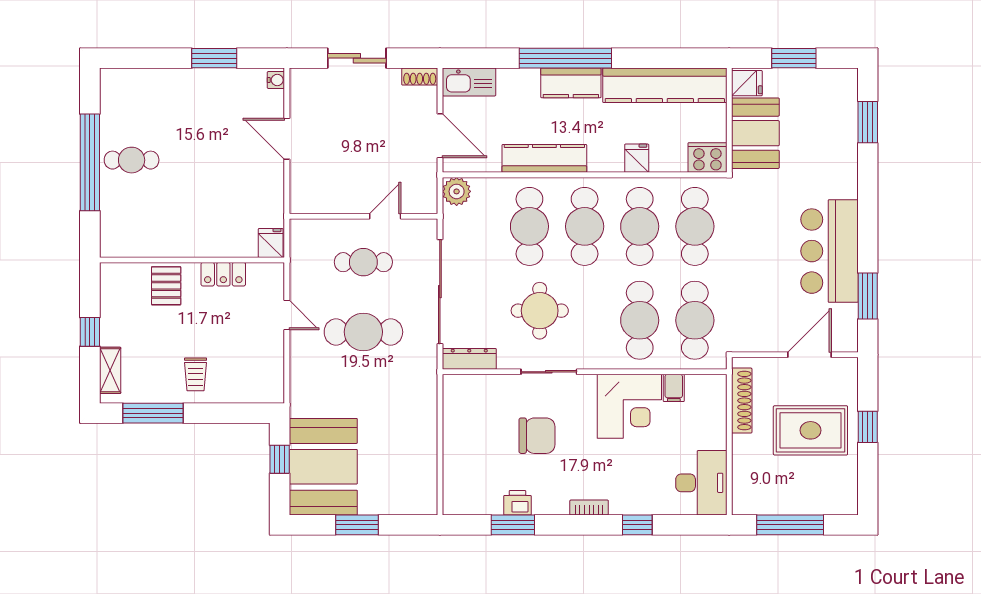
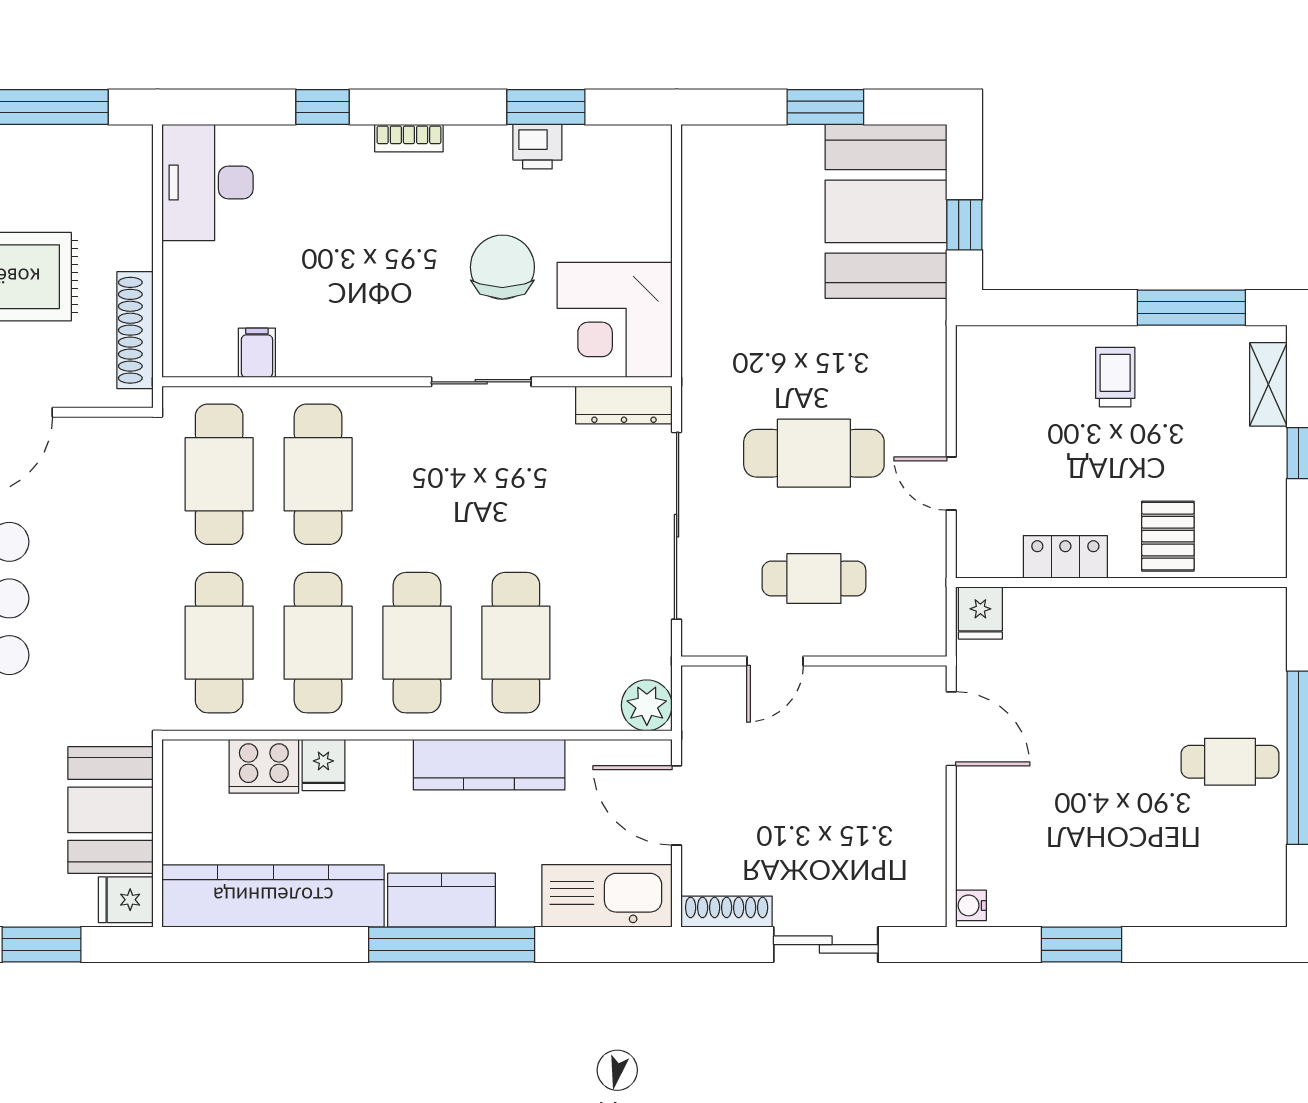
shoe rack: (420, 77) -> (727, 912), width x1.43
kitchen sink: (469, 82) -> (607, 896), width x1.36, depth x1.24
door: (287, 139) -> (951, 729), moved
cooker: (707, 157) -> (264, 766), moved
round table: (540, 311) -> (498, 491), removed
corner desk: (629, 406) -> (615, 320), moved, turned -90
chair: (537, 436) -> (502, 267), turned 90

